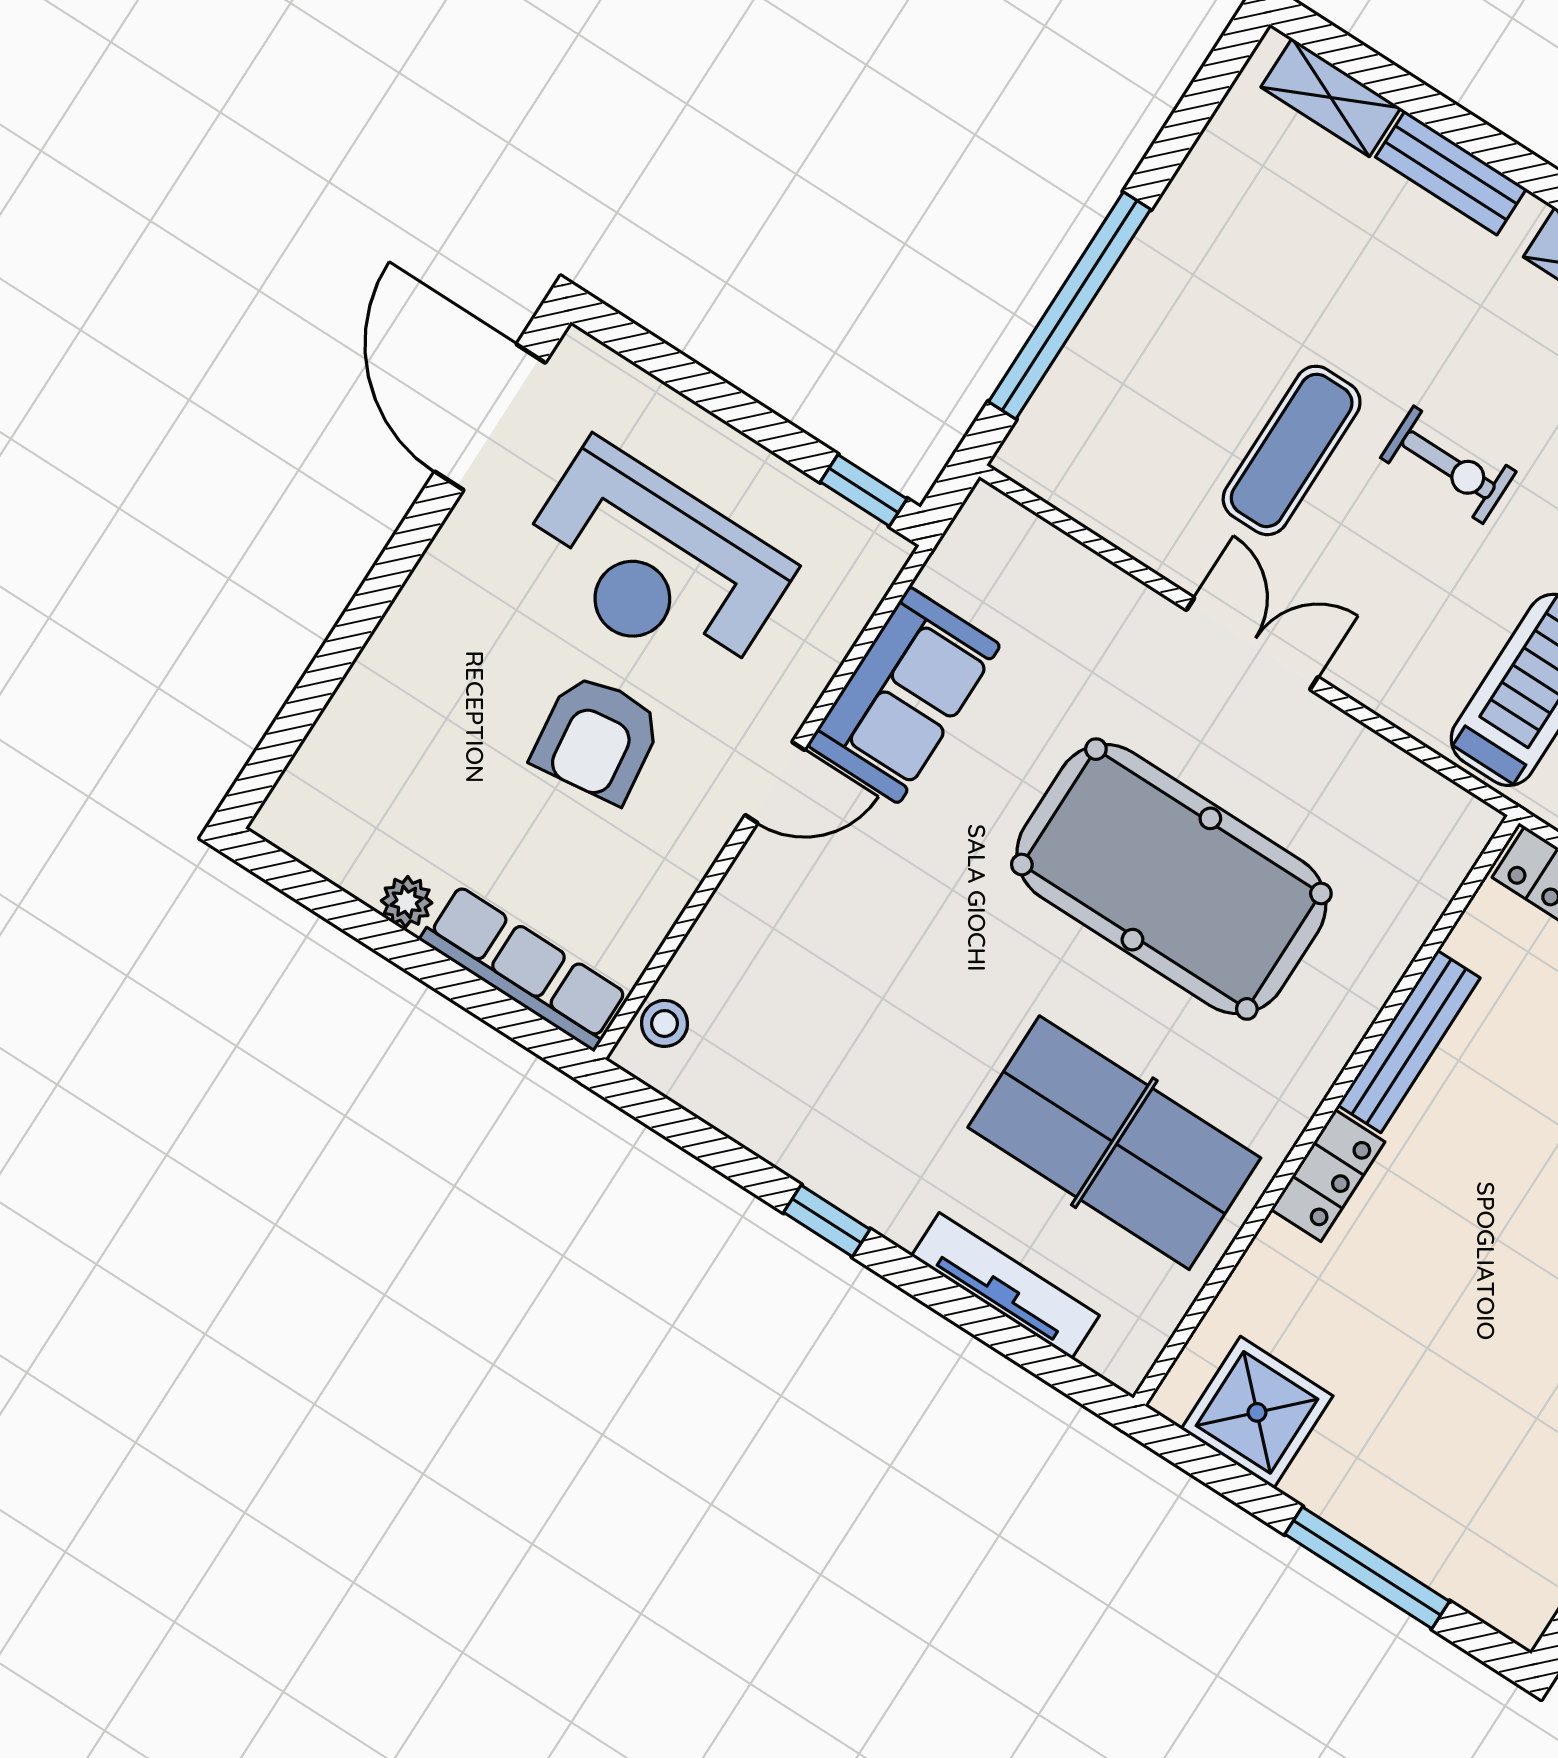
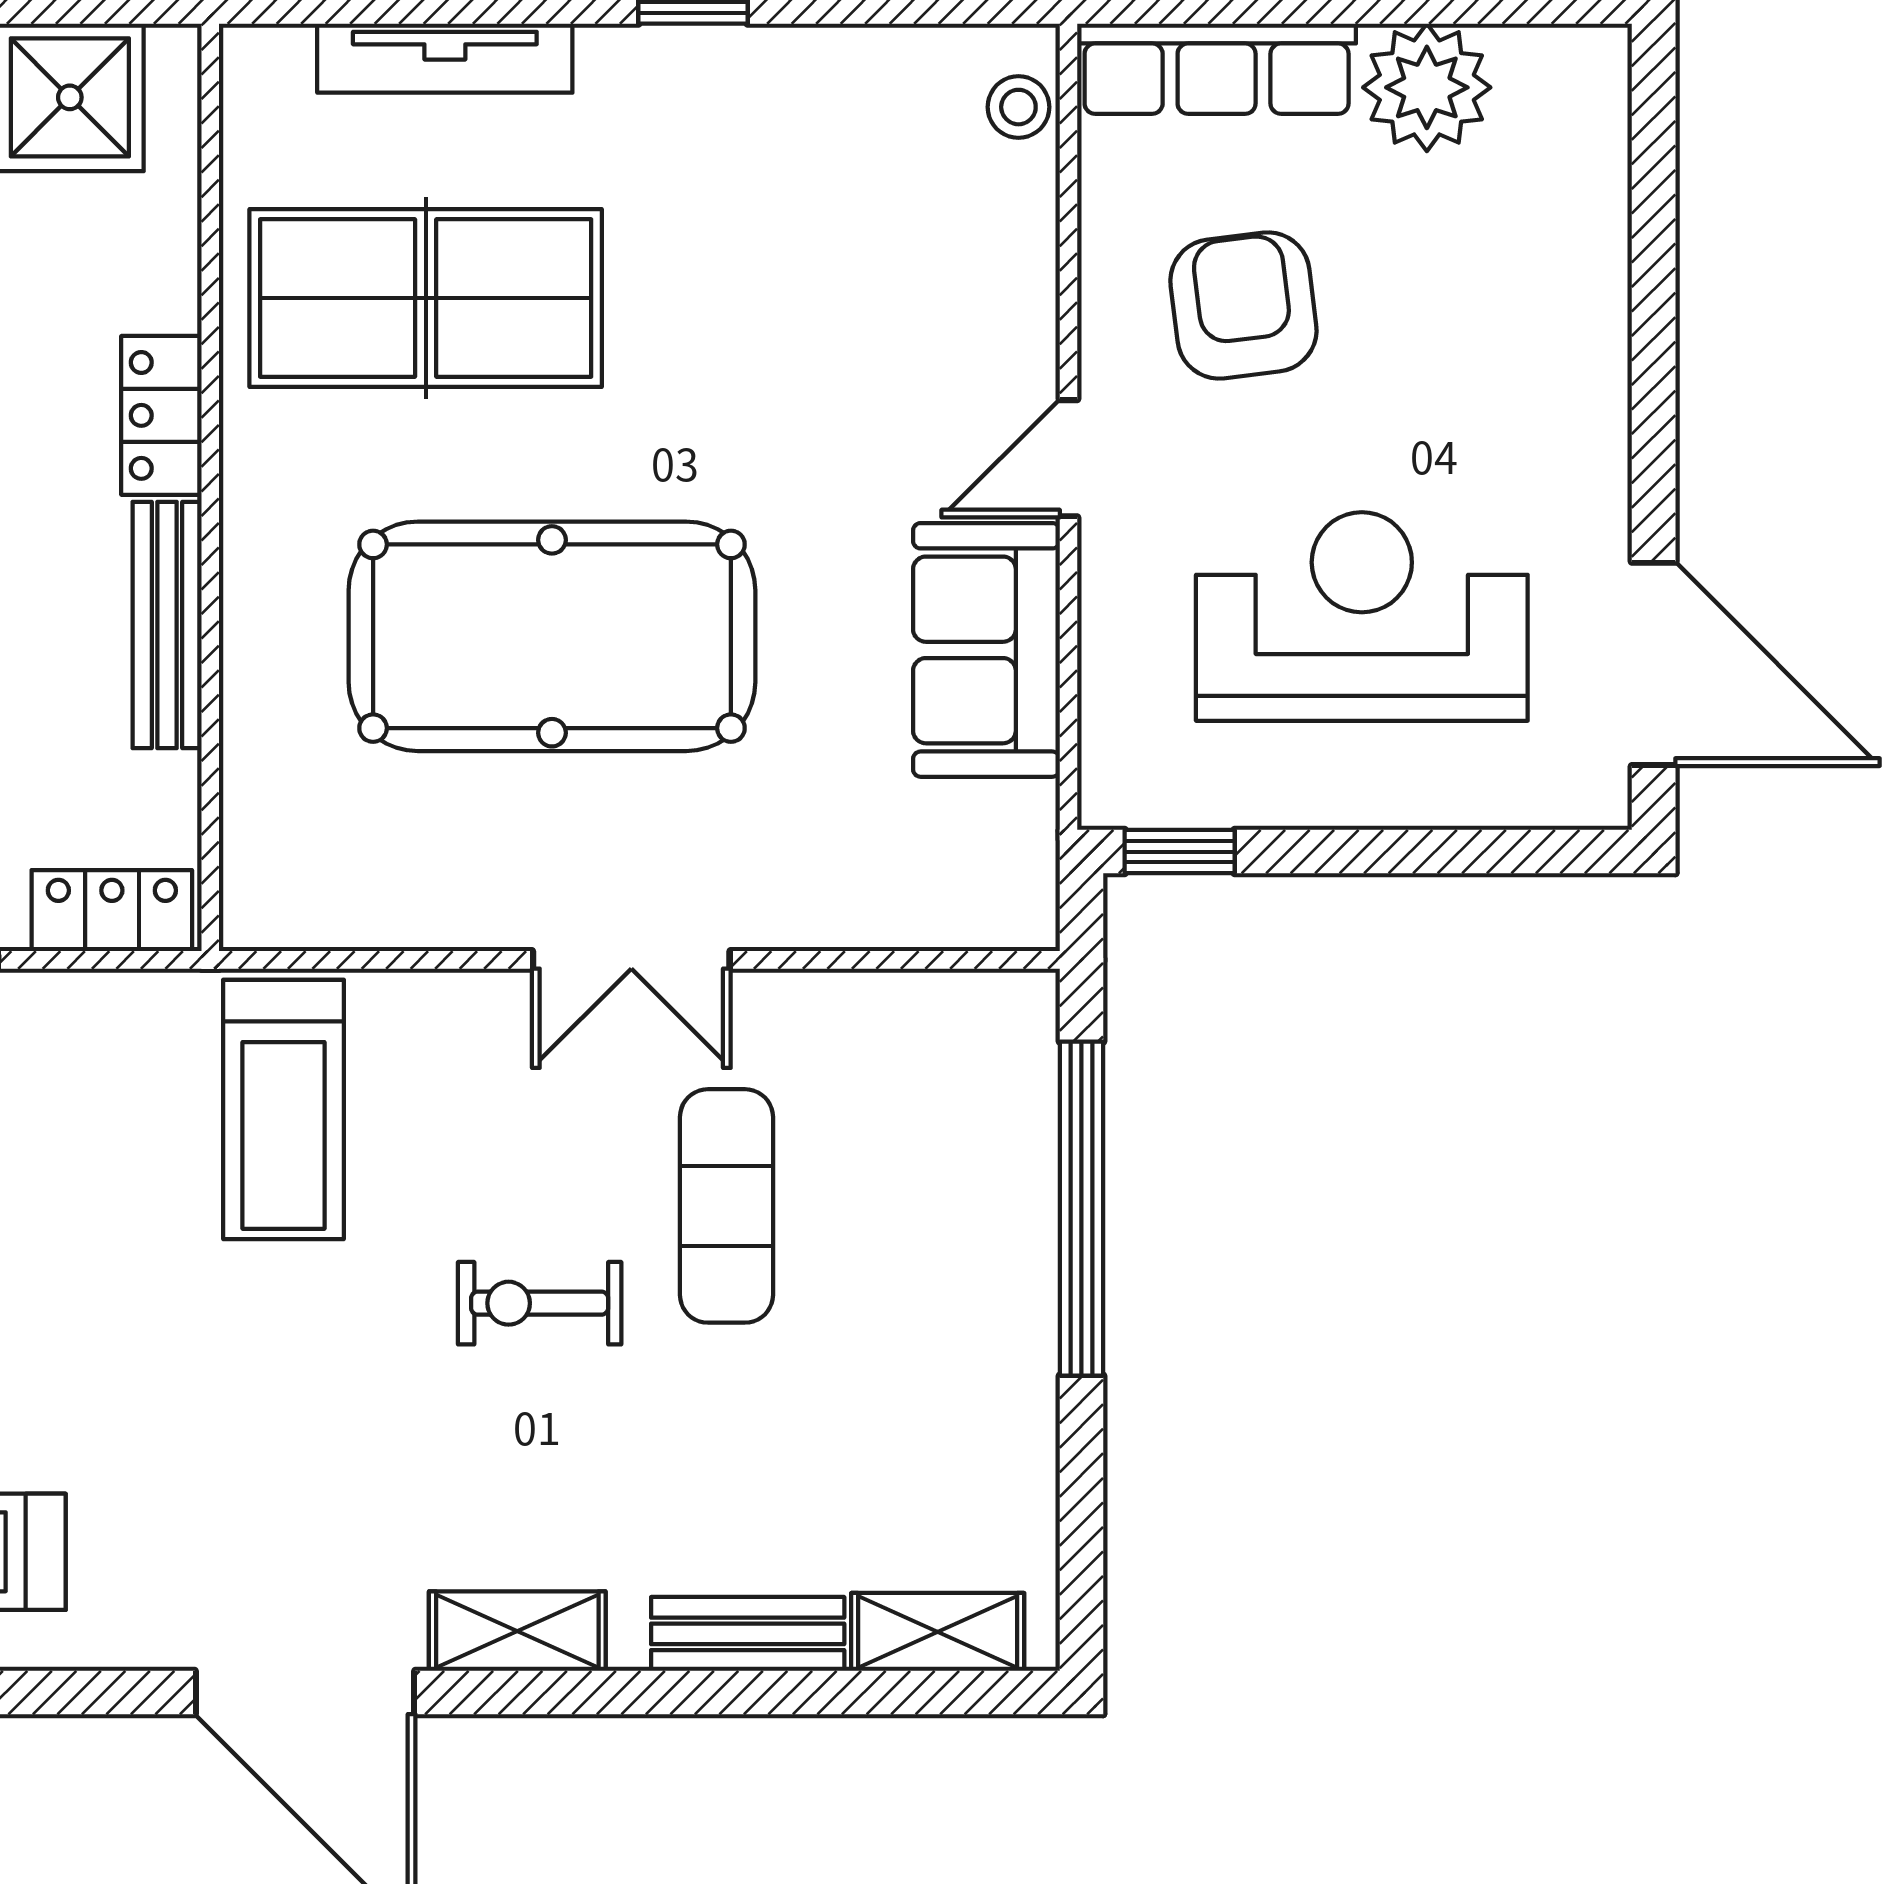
armchair: (597, 738) -> (1243, 305), moved
plant: (407, 902) -> (1427, 87), width x1.87, depth x1.87

